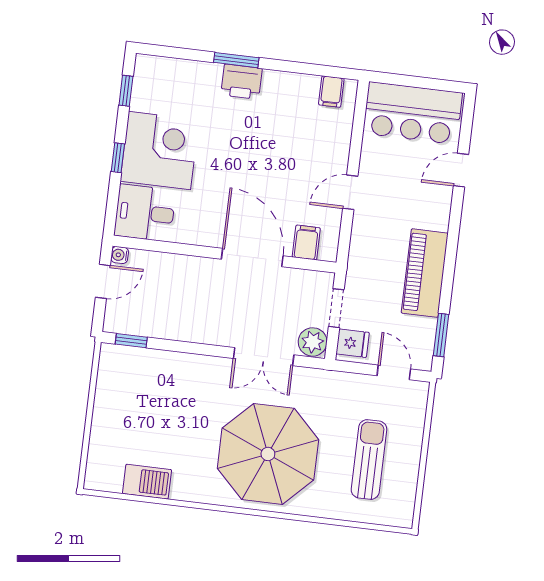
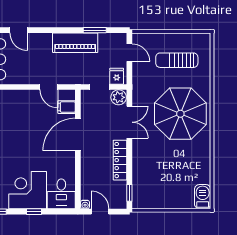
door: (350, 192) -> (49, 87), moved
locker: (195, 331) -> (120, 160), added
window: (441, 335) -> (95, 30), moved
door: (394, 372) -> (129, 53), swing flipped
barbecue: (147, 482) -> (203, 197), moved

